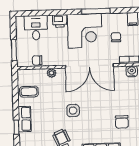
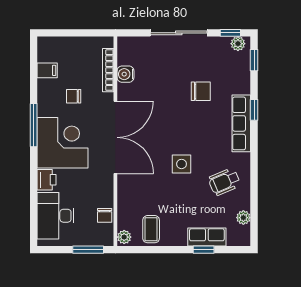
desk: (36, 28) -> (56, 216), width x1.37
plant: (52, 73) -> (124, 237), moved
row of seats: (25, 119) -> (207, 237), moved

